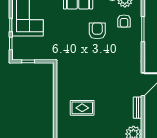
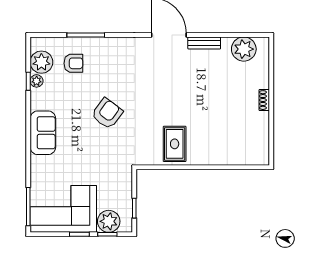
armchair: (97, 31) -> (107, 113), moved, turned 127
plant: (19, 44) -> (109, 221), added
rug: (82, 108) -> (175, 144), moved

